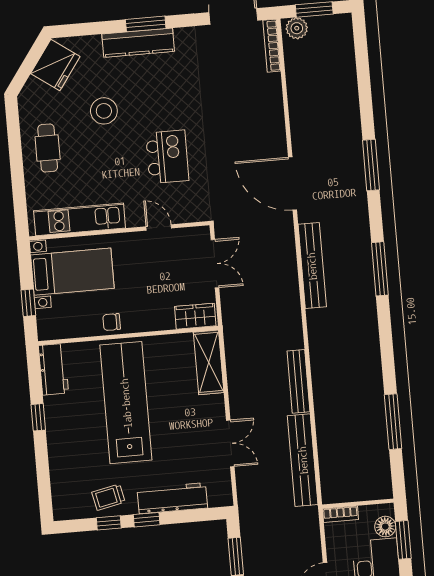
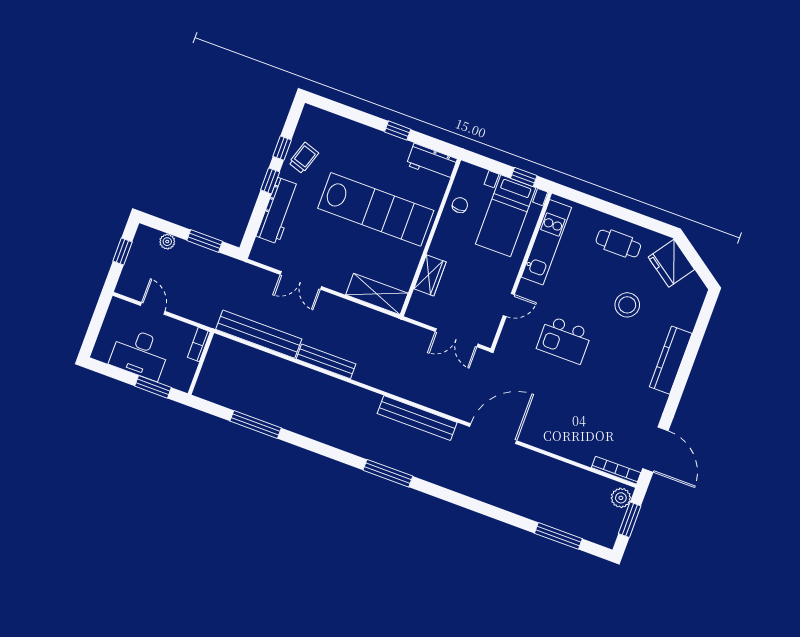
window: (146, 24) -> (683, 374), removed
fridge: (55, 65) -> (671, 263), moved
window: (371, 165) -> (558, 536), moved
window: (28, 303) -> (524, 177), moved
wardrobe: (195, 316) -> (430, 275), moved
chair: (112, 322) -> (460, 205), moved
trolley: (108, 497) -> (304, 158), turned 30
floor lamp: (385, 527) -> (171, 377), removed

